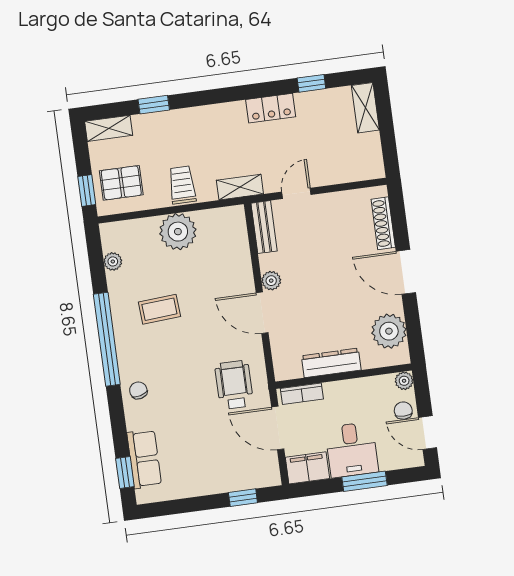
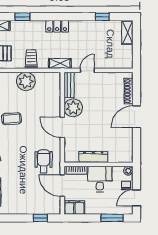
locker: (271, 108) -> (57, 26), moved
door: (406, 272) -> (136, 117), hinge flipped
plant: (271, 281) -> (73, 108), width x1.88, depth x1.88
plant: (389, 331) -> (124, 145), removed
door: (428, 433) -> (136, 198), hinge flipped
desk: (352, 450) -> (100, 179), moved, turned 180
window: (364, 481) -> (112, 218), moved

